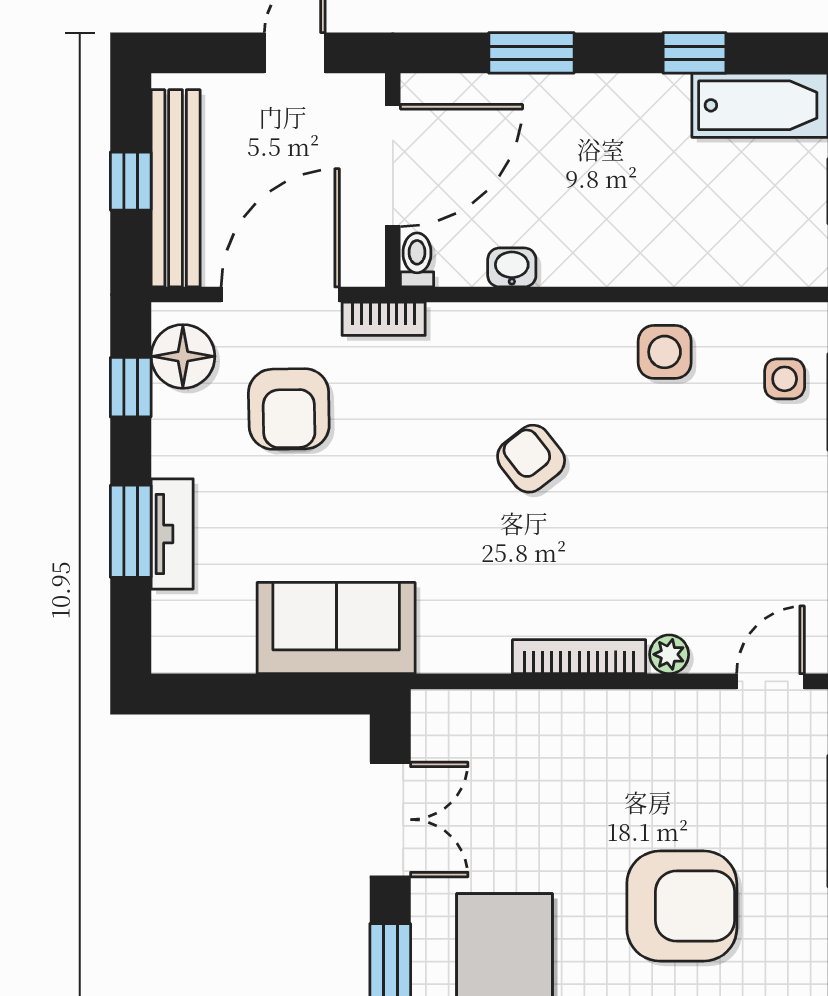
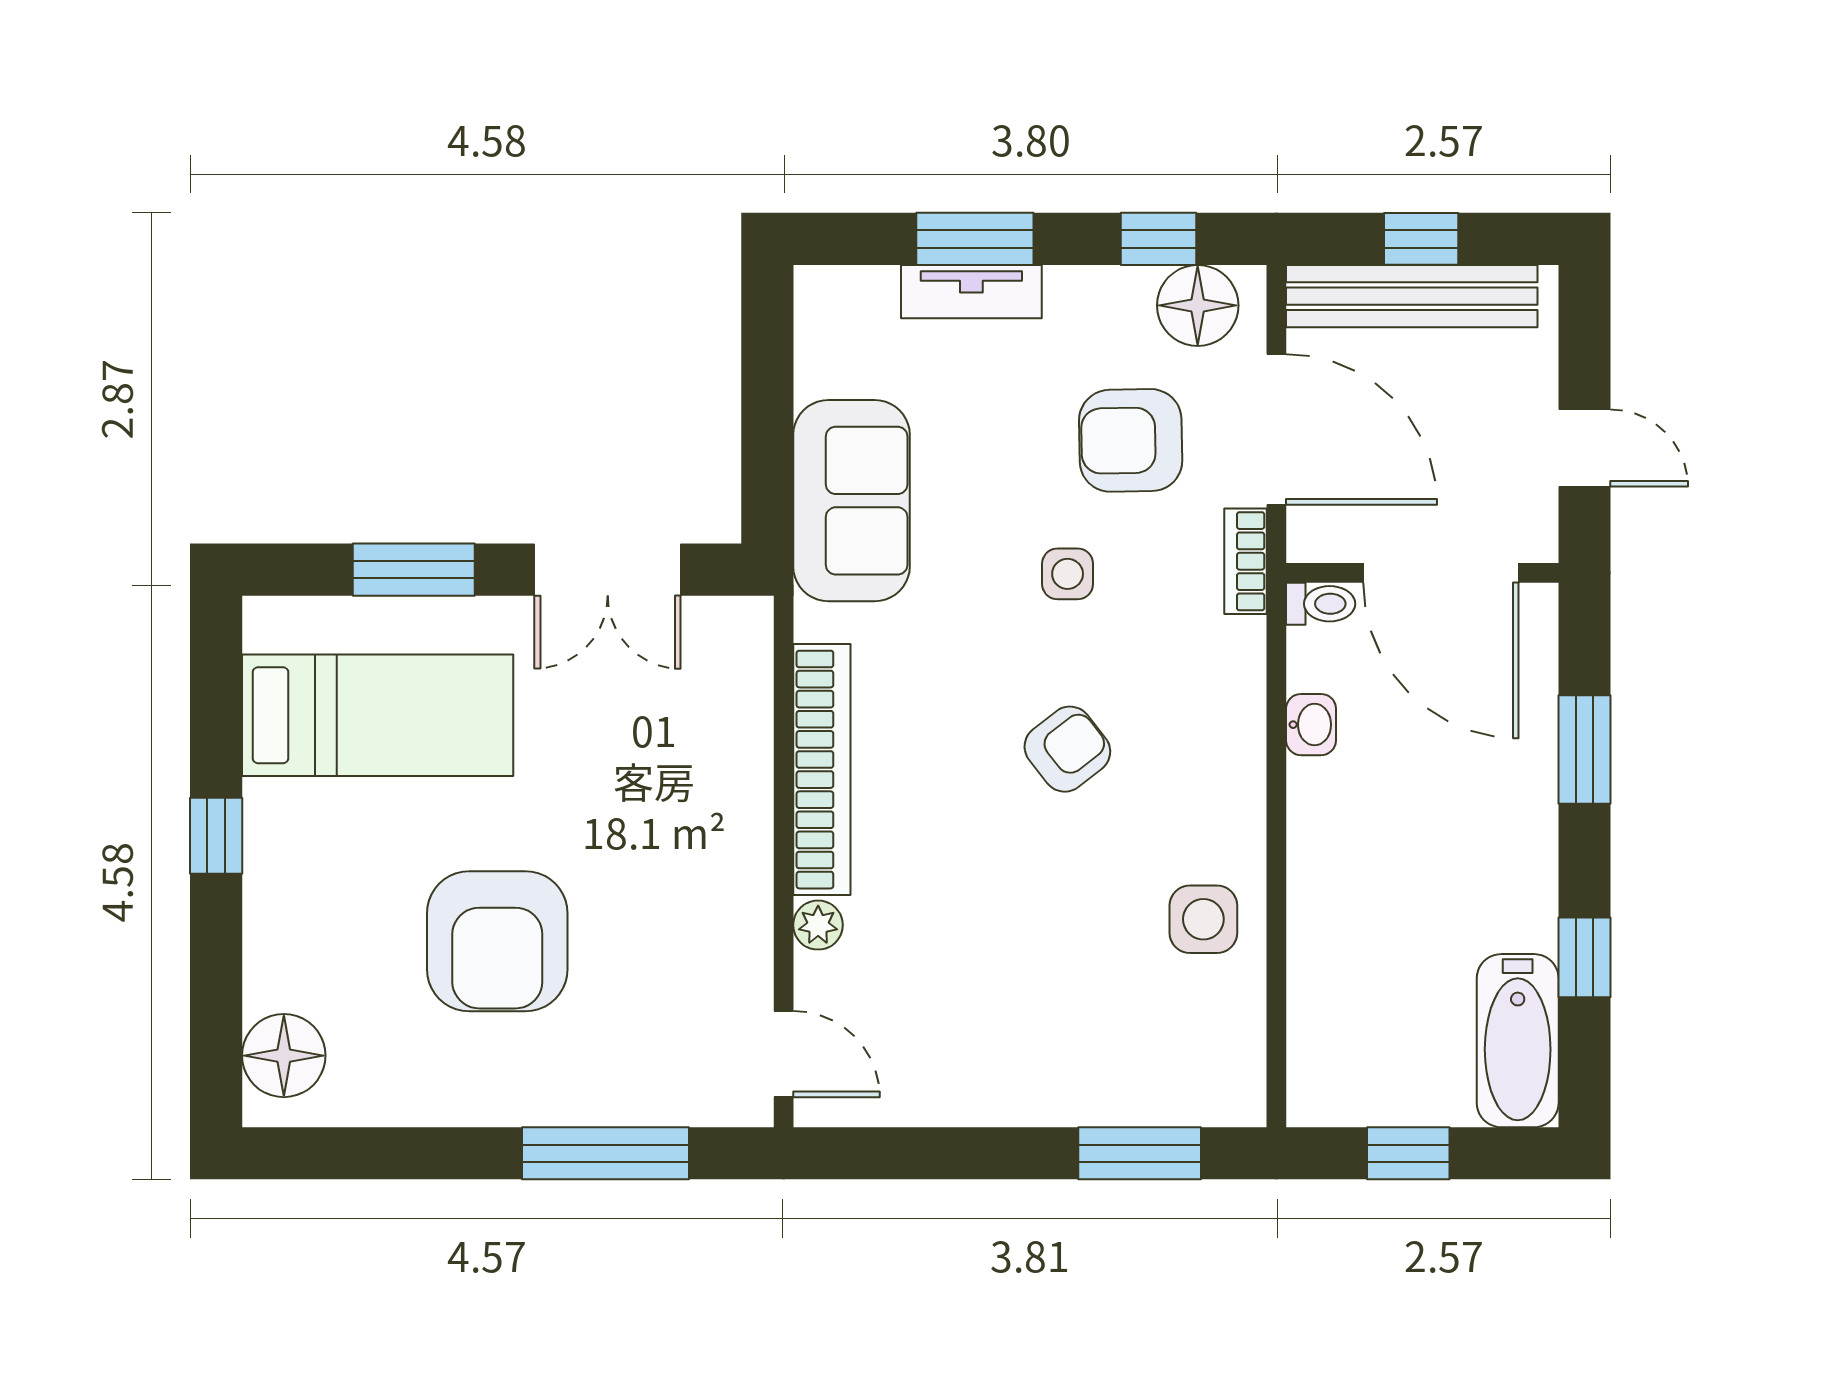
side table: (785, 379) -> (1068, 574), moved
bookcase: (579, 657) -> (822, 770), width x1.48, depth x1.31

